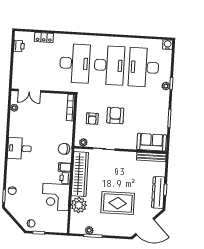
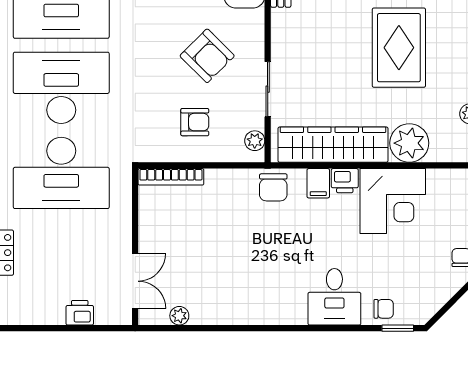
printer: (19, 46) -> (80, 313), moved
desk: (75, 63) -> (61, 173), turned 180
armchair: (115, 115) -> (207, 56), moved, turned -135
desk: (20, 148) -> (334, 297), moved

